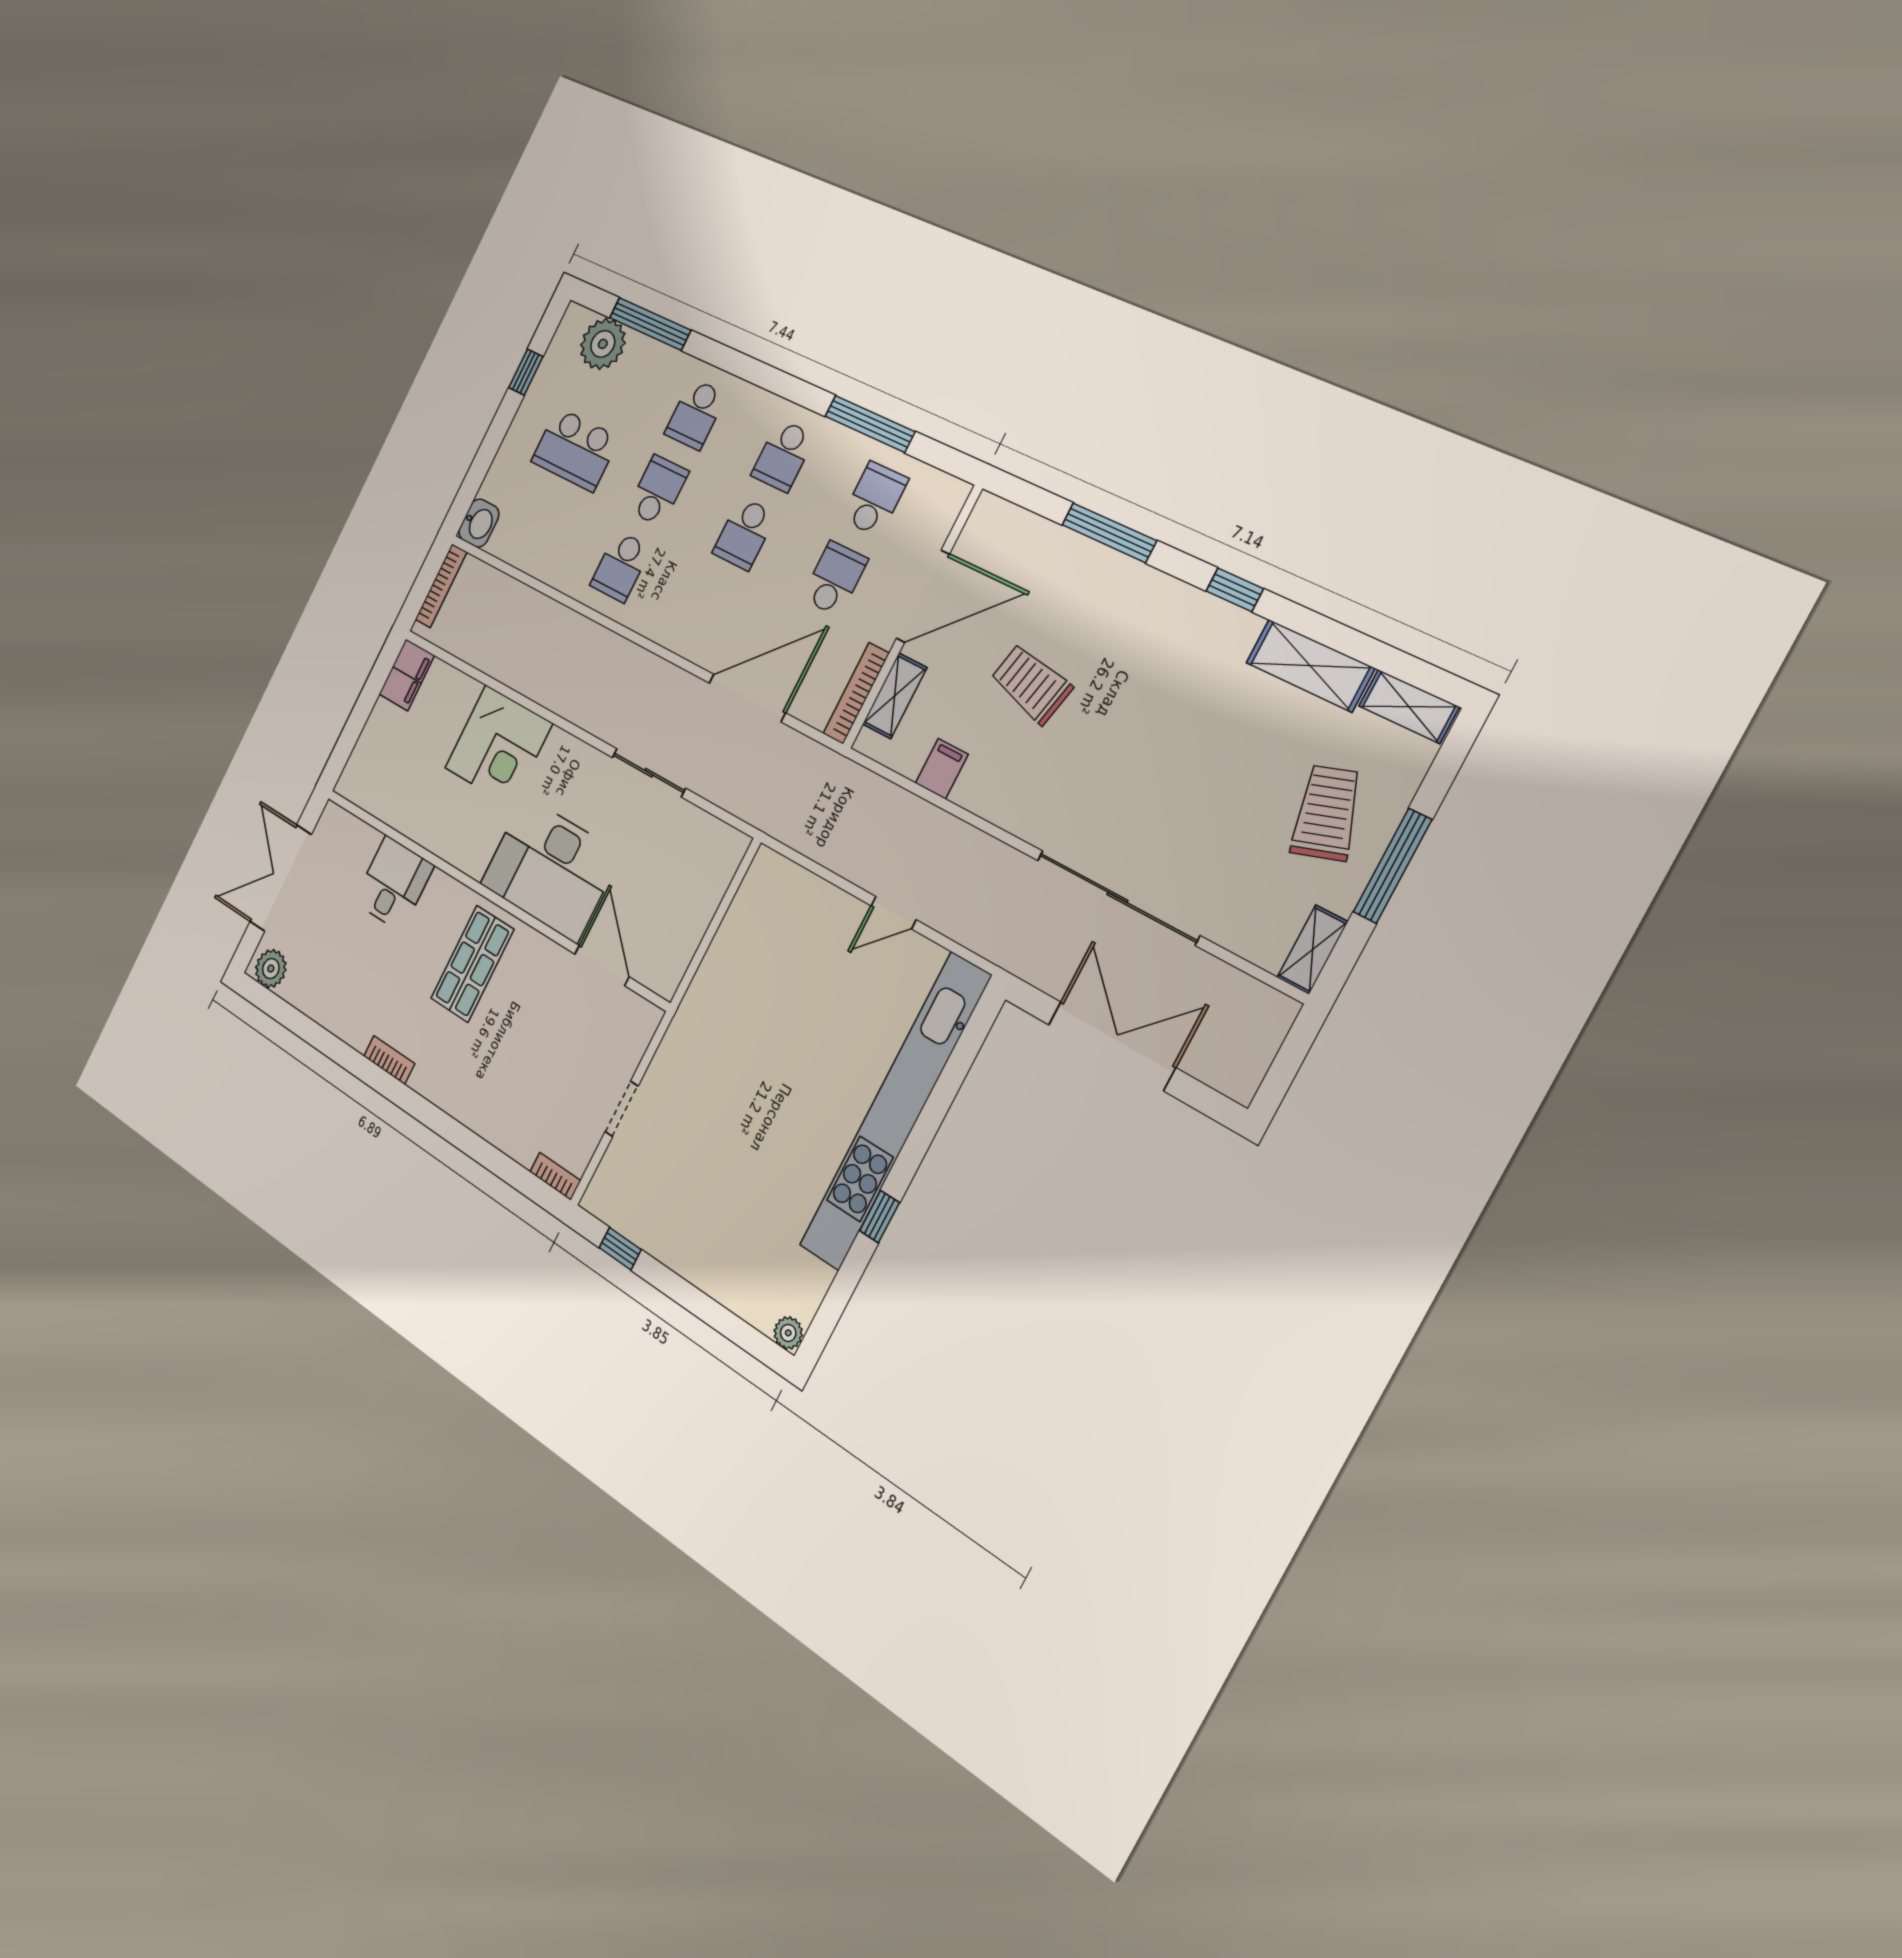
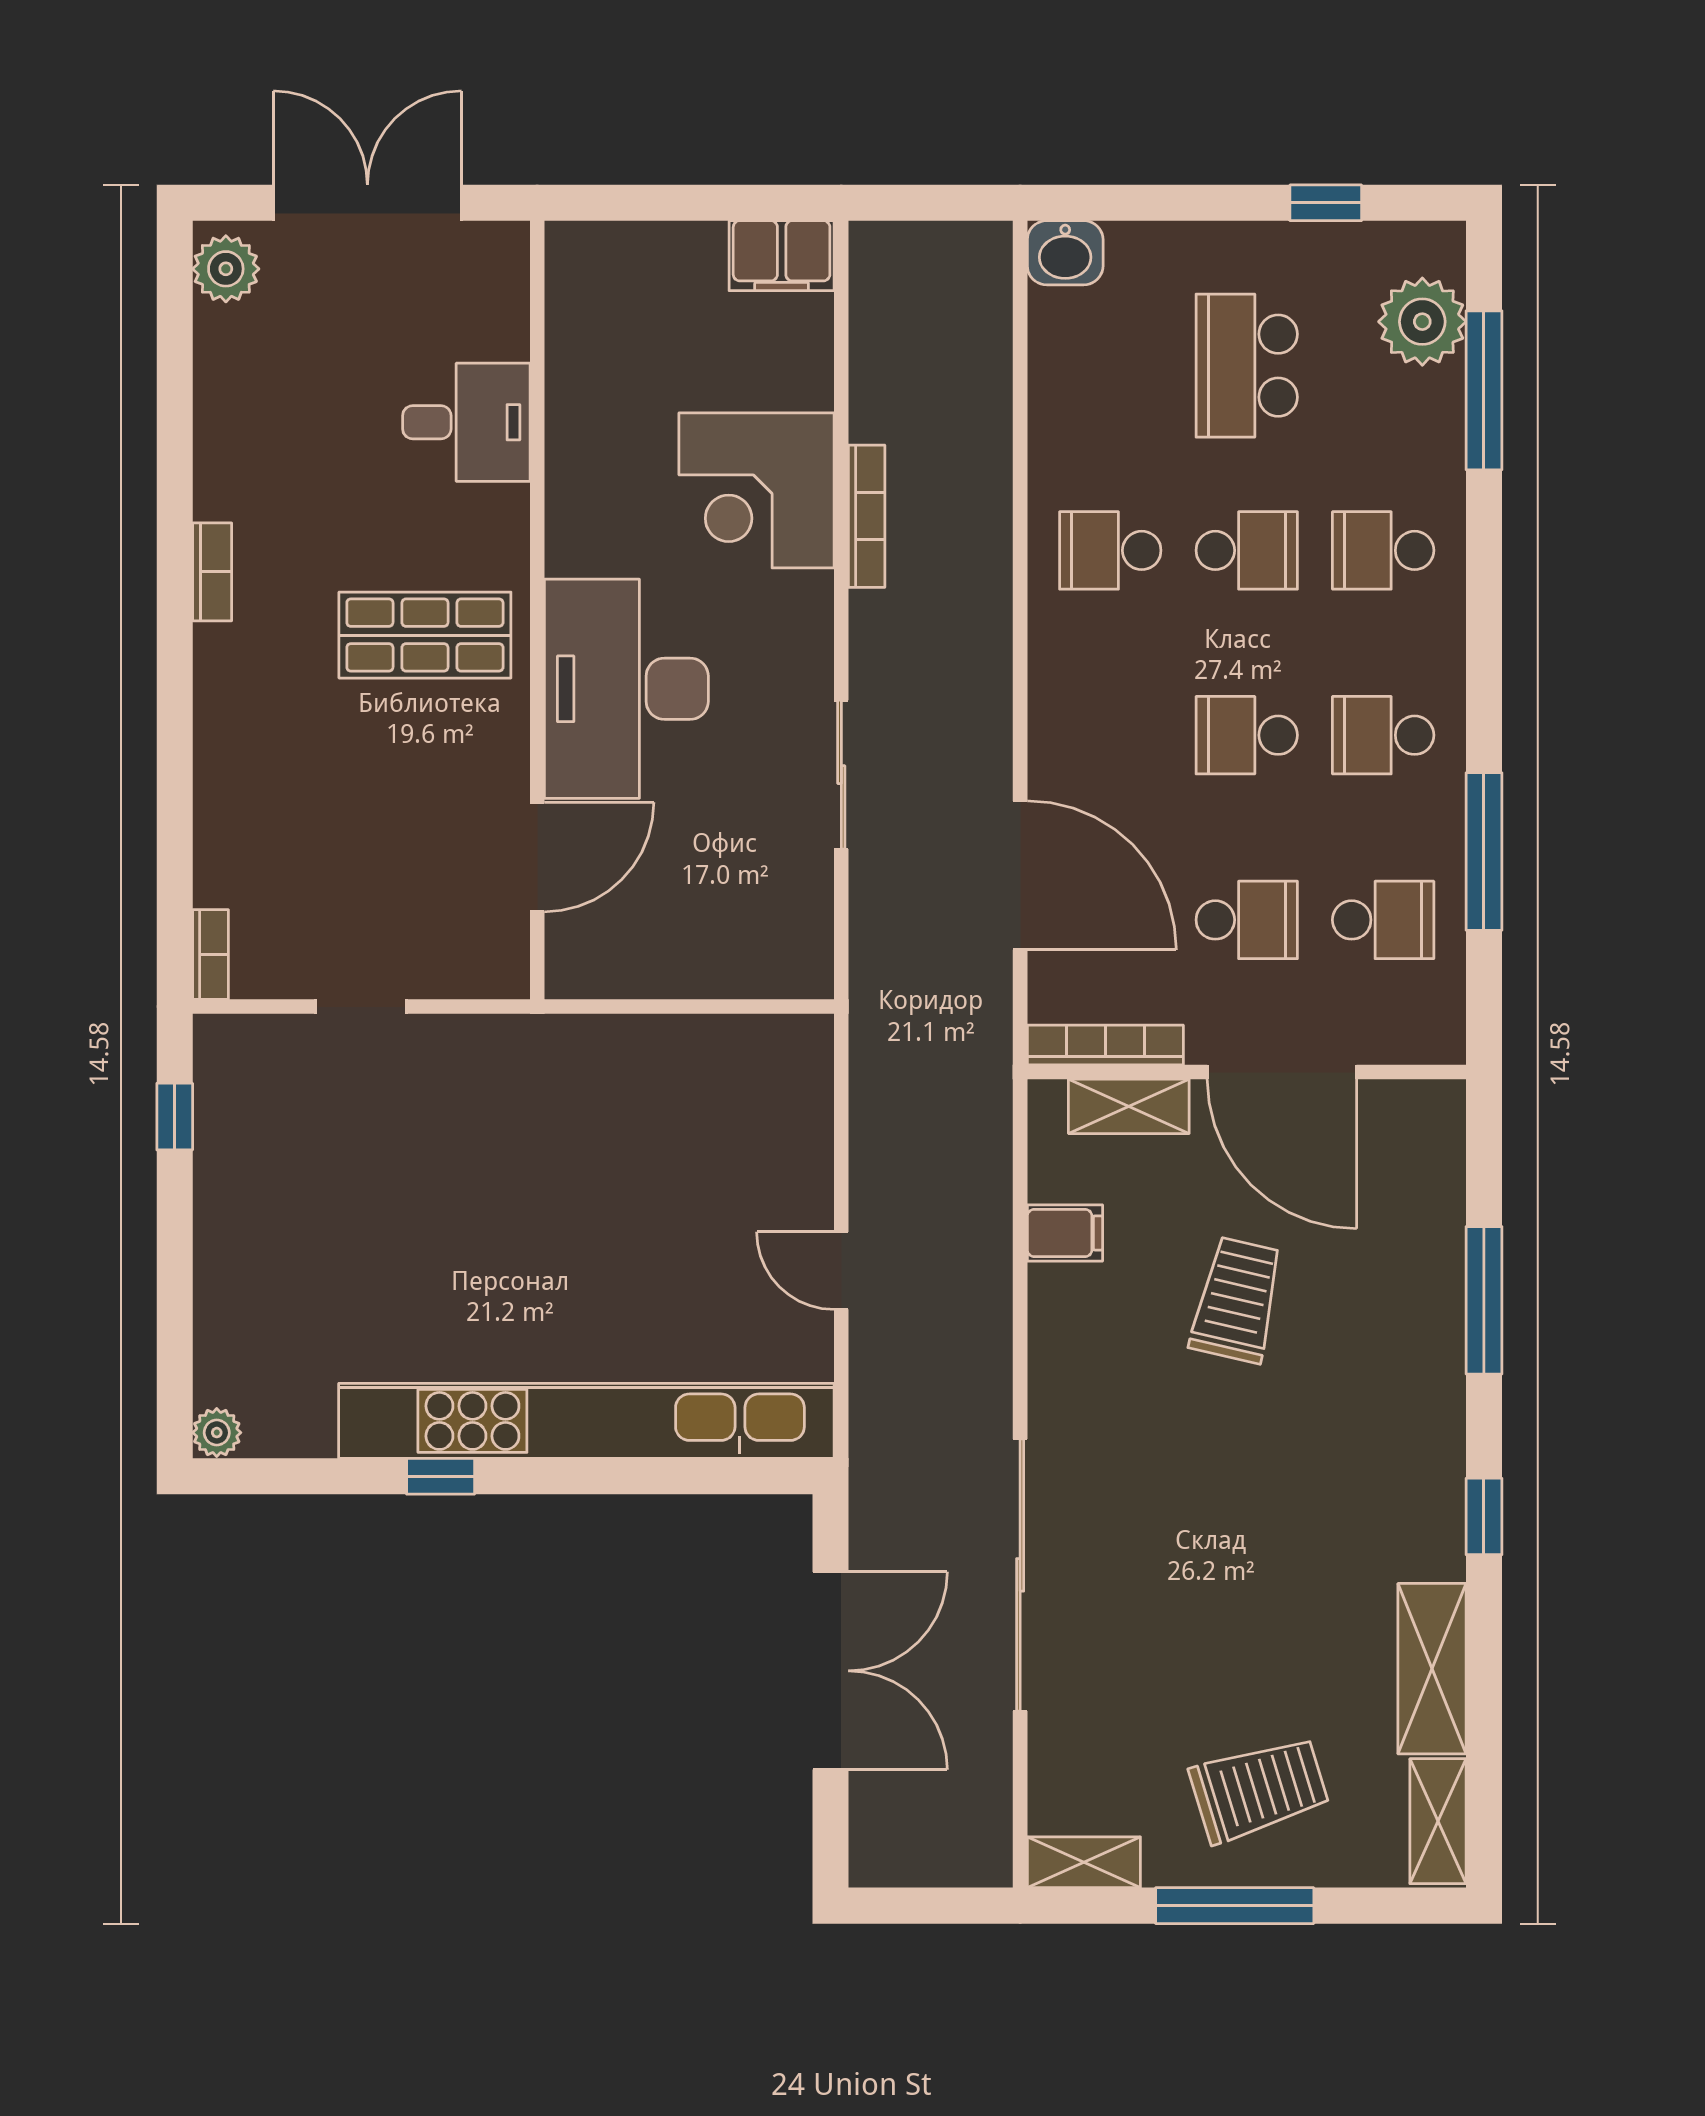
bookcase: (441, 586) -> (867, 516), moved, turned -90

